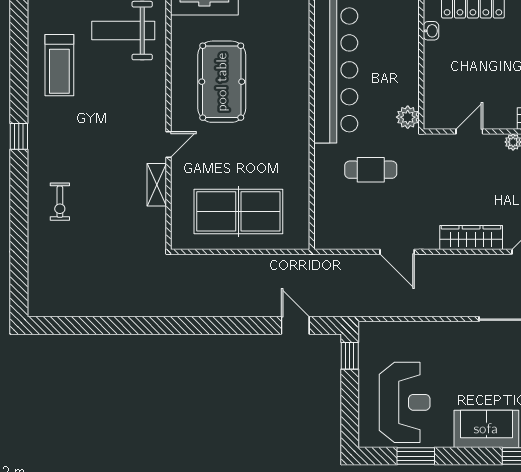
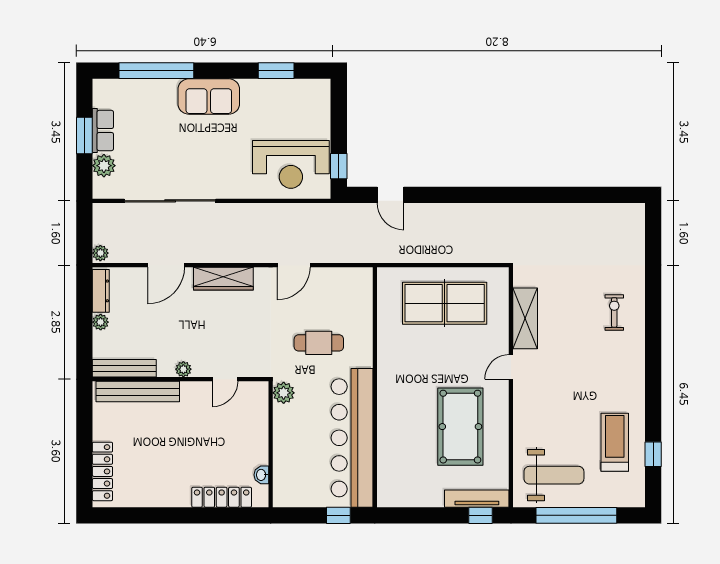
window: (19, 136) -> (653, 454), moved
shelving: (157, 185) -> (525, 318), width x1.50, depth x1.33
door: (397, 252) -> (294, 265), swing flipped
reception desk: (405, 402) -> (291, 164), moved, turned -90

